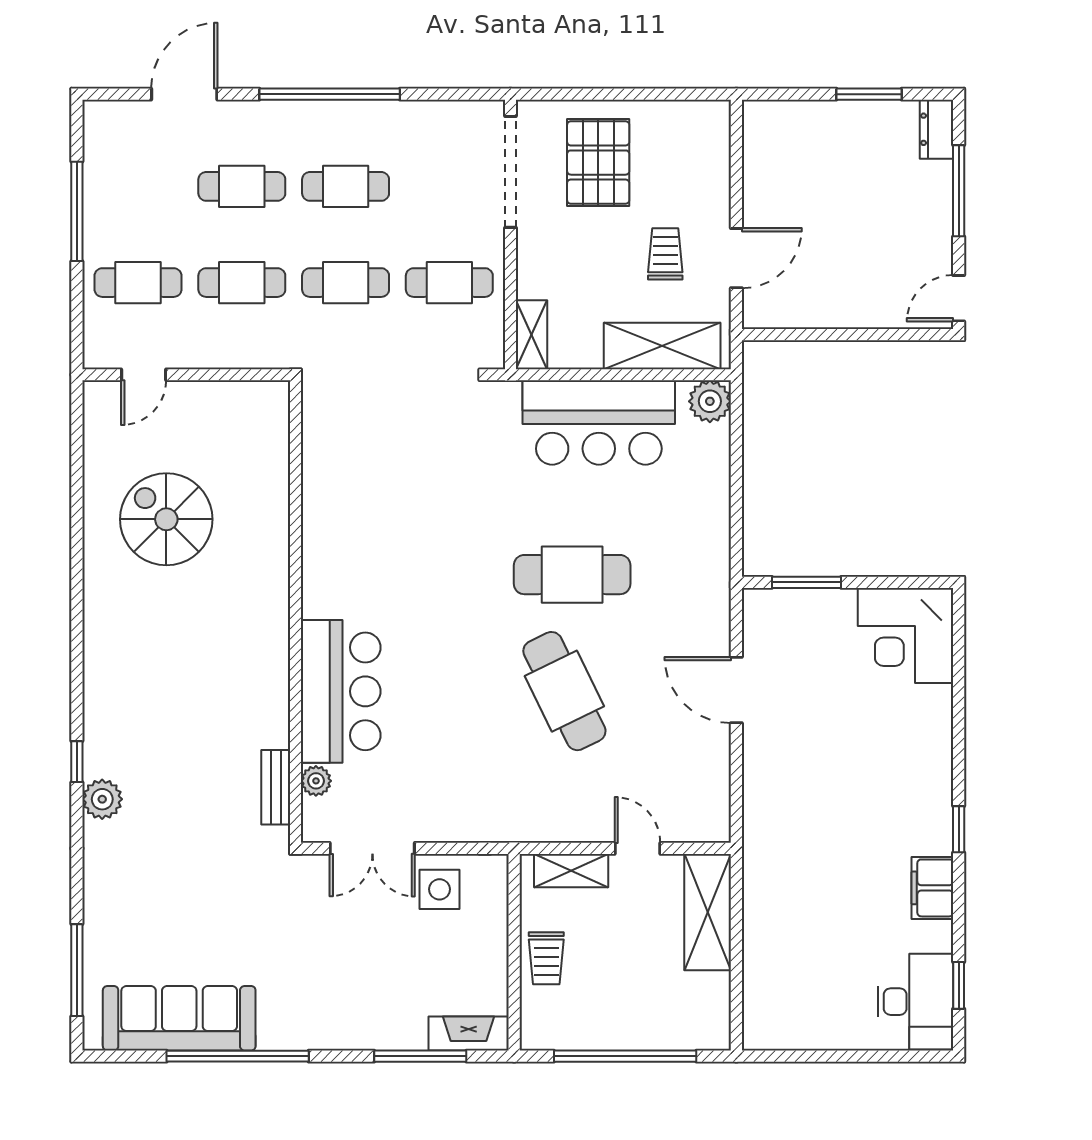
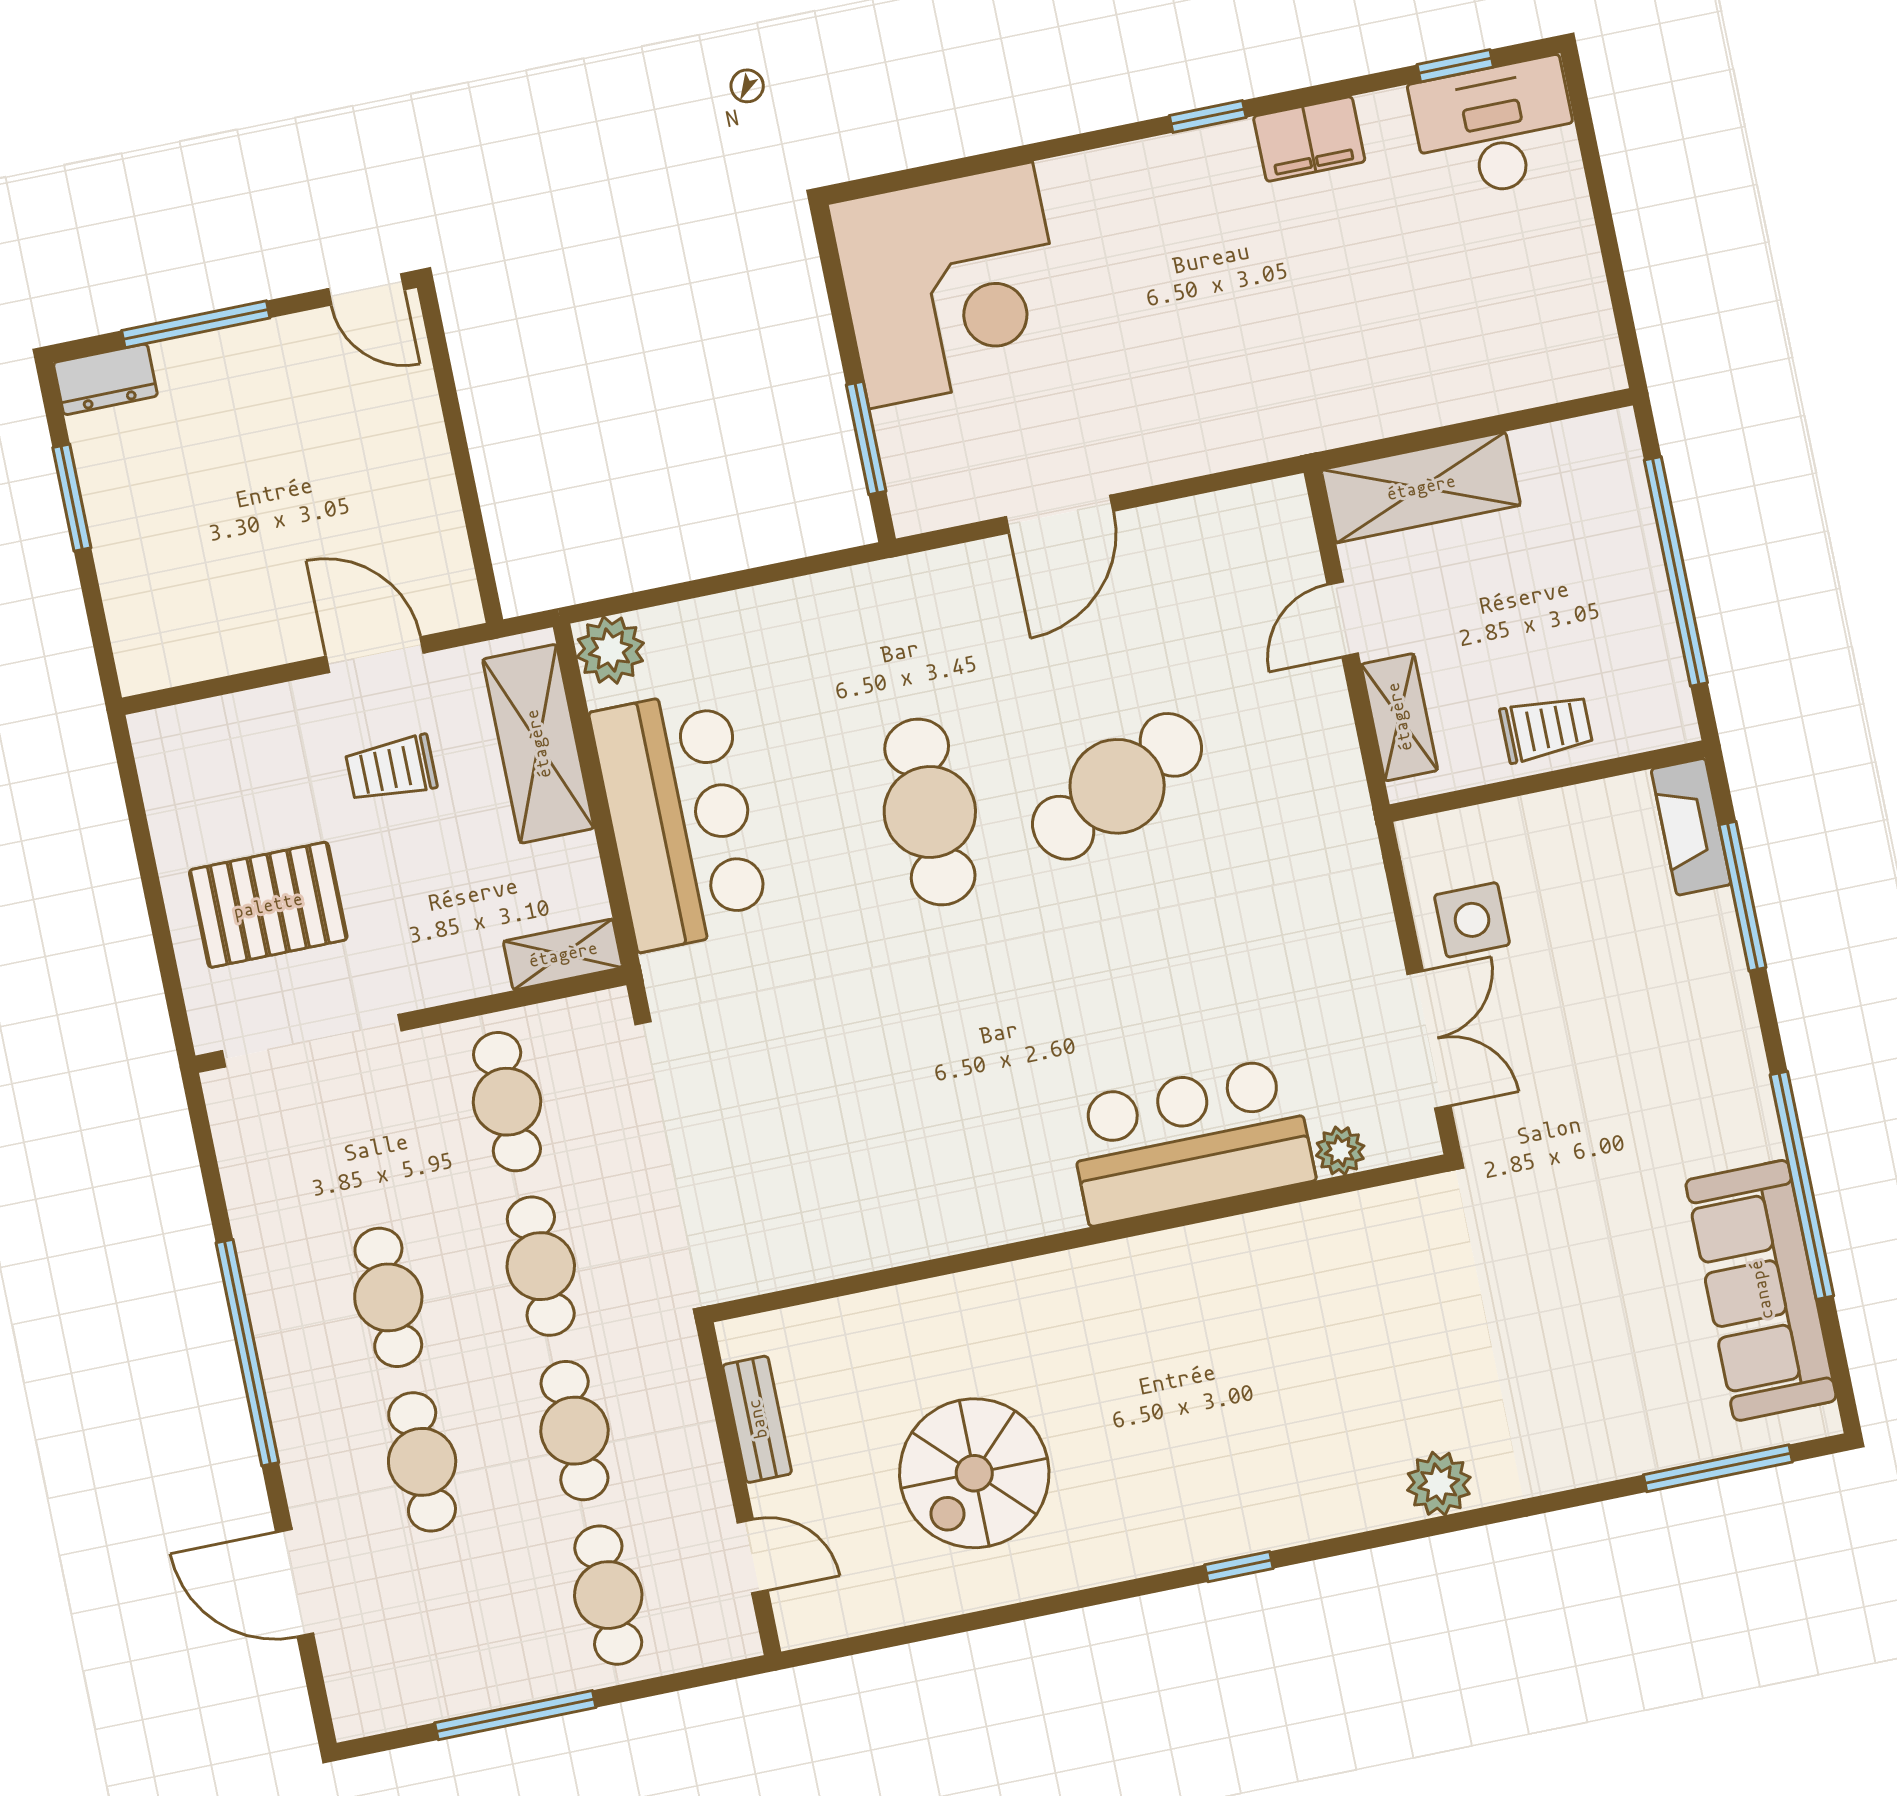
corner desk: (906, 636) -> (951, 285), width x1.36, depth x1.36
window: (77, 762) -> (1239, 1567), moved
bench: (276, 787) -> (757, 1419), moved, turned 90

